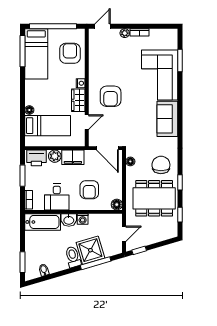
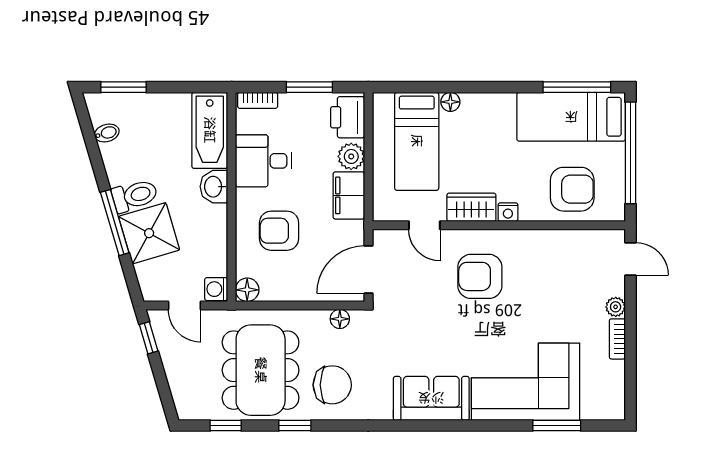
washing machine: (83, 219) -> (216, 289), moved
window: (96, 263) -> (115, 223), moved

